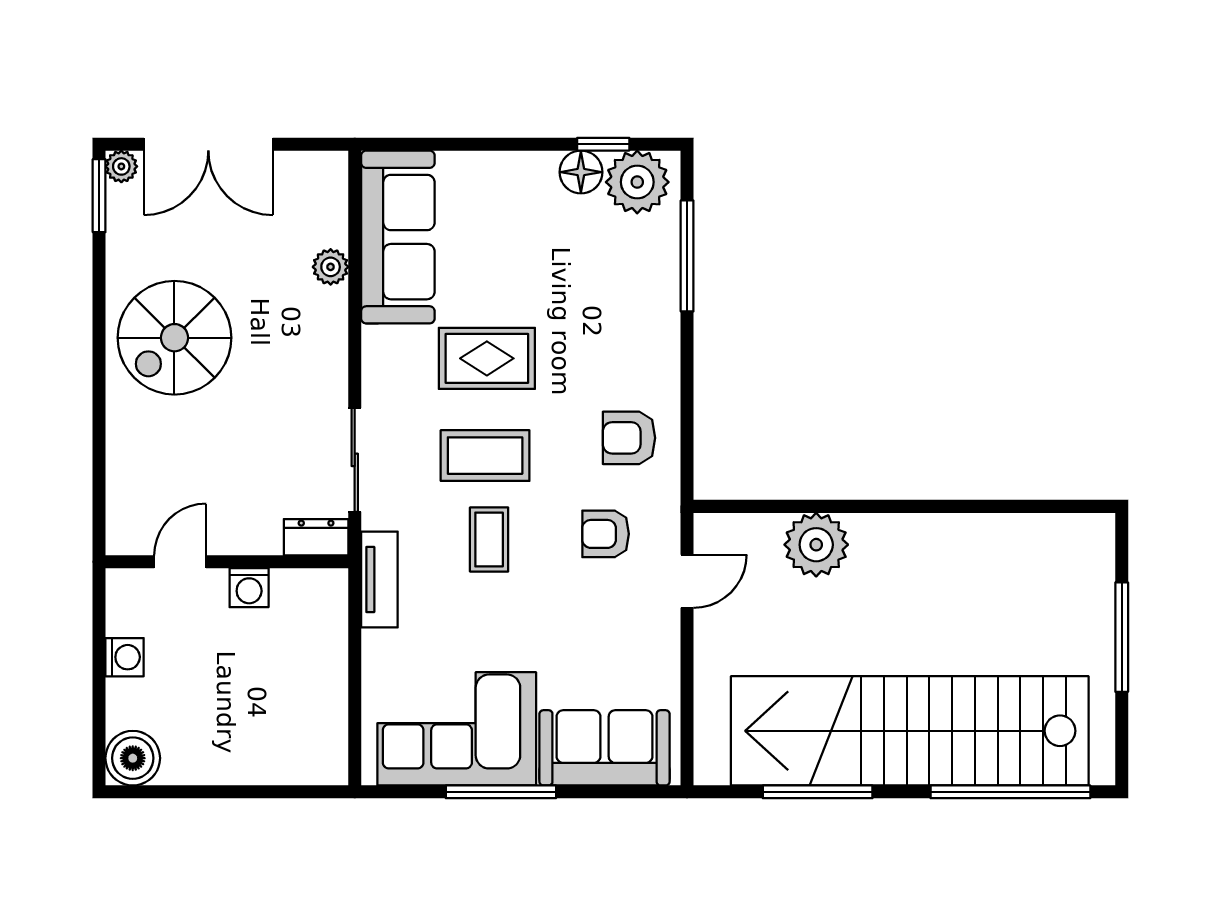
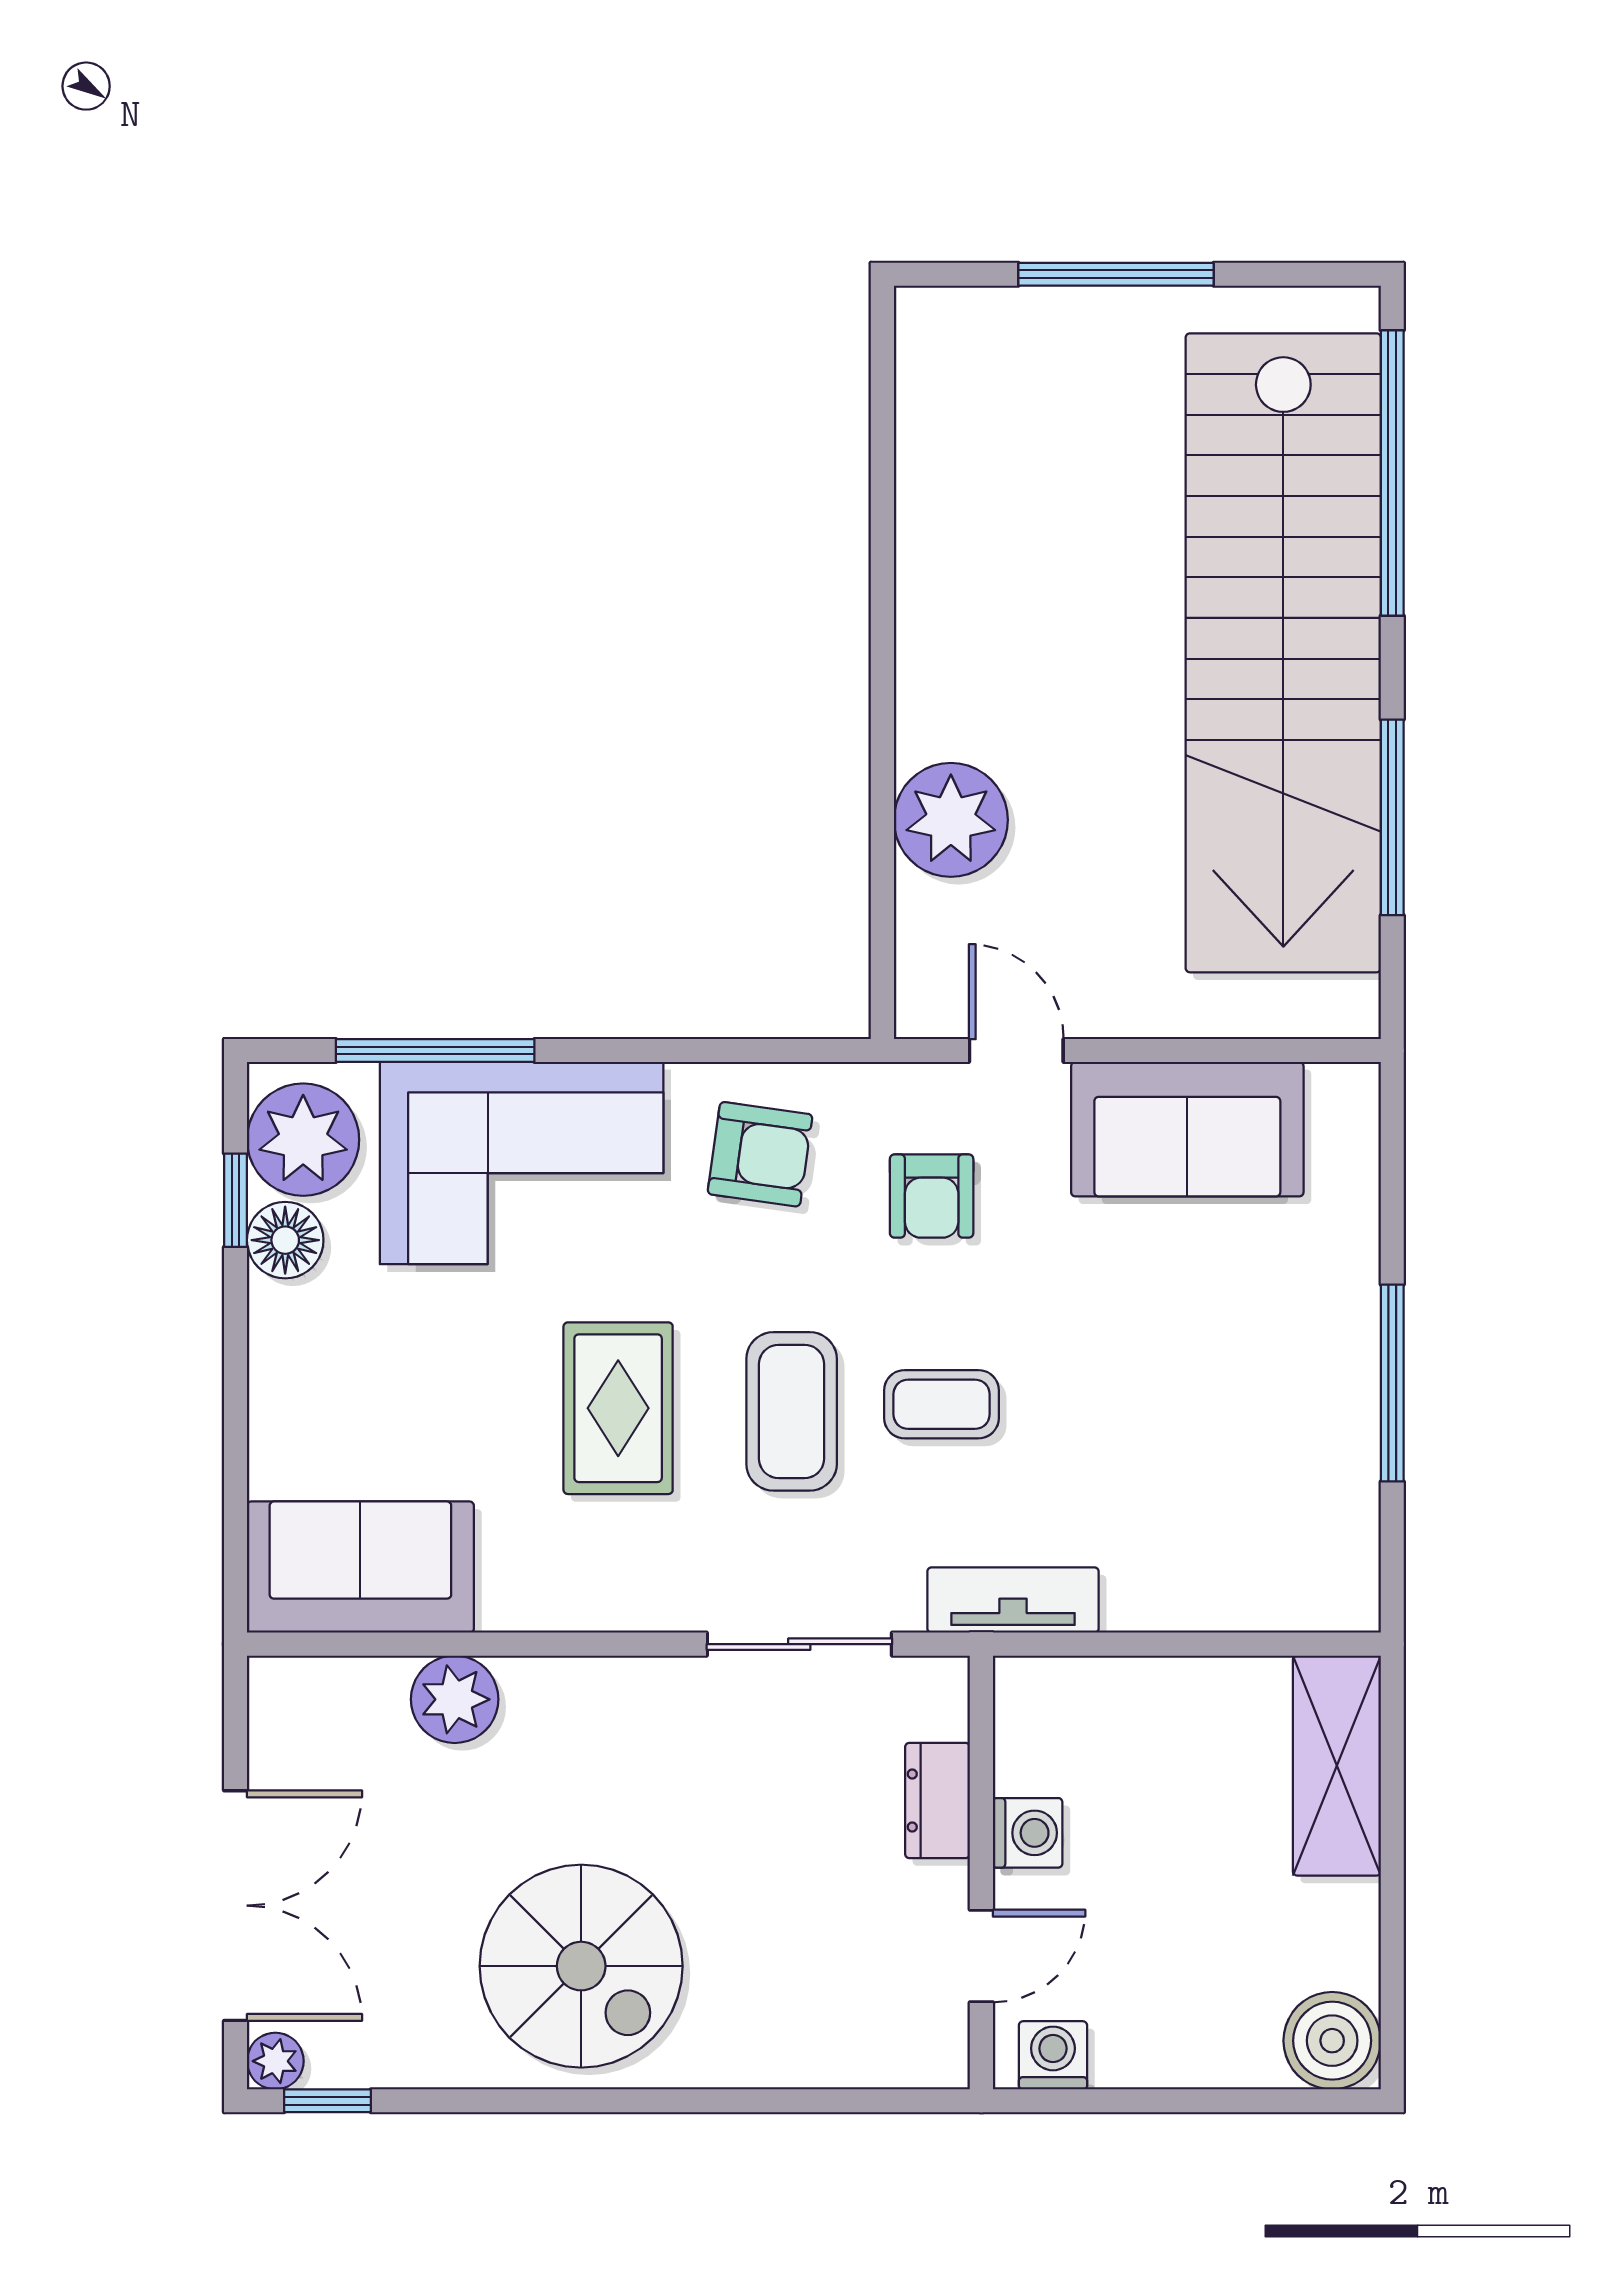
window: (99, 196) -> (328, 2101), width x0.67
sofa: (398, 237) -> (360, 1567), width x0.73
plant: (331, 267) -> (455, 1699), width x1.38, depth x1.38
armchair: (629, 438) -> (760, 1154), turned -82
dresser: (316, 537) -> (938, 1801), moved
door: (180, 562) -> (981, 1956), swing flipped
washing machine: (125, 657) -> (1053, 2055), moved
corner sofa: (457, 729) -> (522, 1163), moved, turned -90
sofa: (605, 748) -> (1187, 1129), moved, turned -90
shelving: (287, 761) -> (1337, 1766), added

